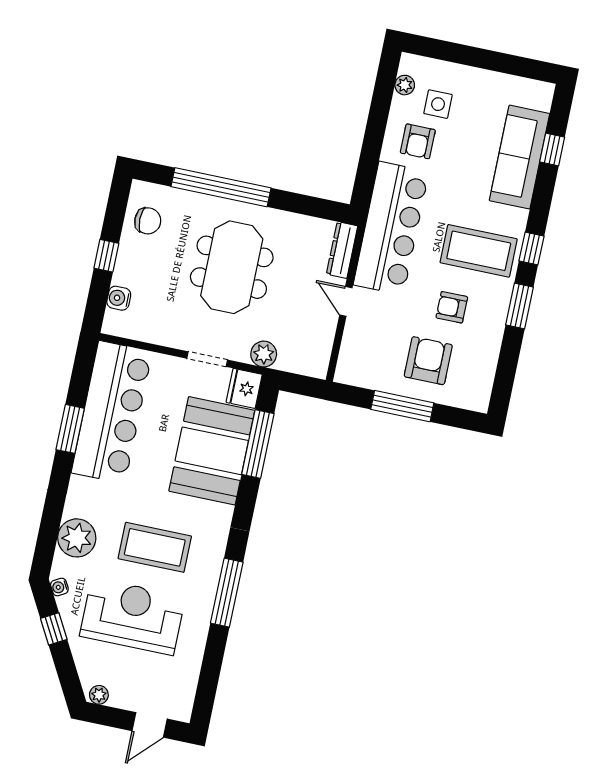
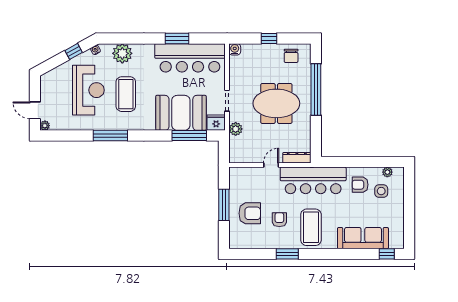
window: (552, 149) -> (387, 254), moved
window: (532, 249) -> (318, 254), removed
water cooler: (119, 298) -> (235, 49), moved
plant: (99, 695) -> (45, 126), moved

